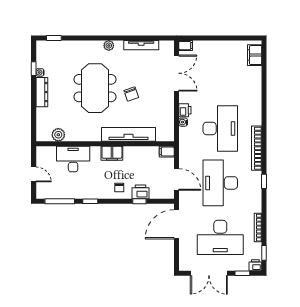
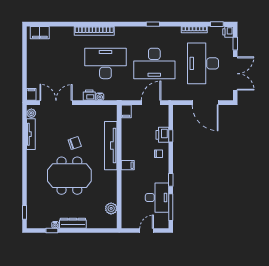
plant: (109, 46) -> (31, 113), moved
bookcase: (257, 148) -> (94, 31), moved
filing cabinet: (112, 153) -> (128, 165), width x0.50
desk: (73, 159) -> (157, 198), moved, turned 180
door: (176, 224) -> (205, 103), moved
desk: (220, 237) -> (203, 63), turned 180

